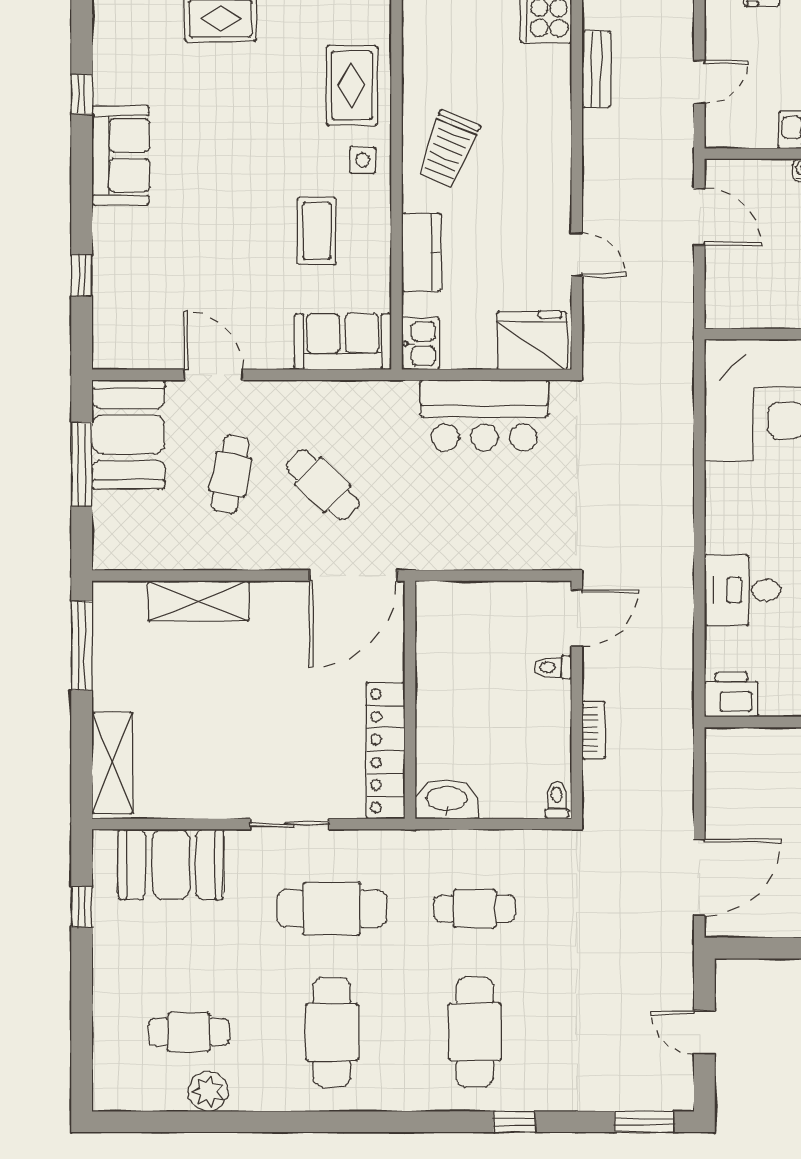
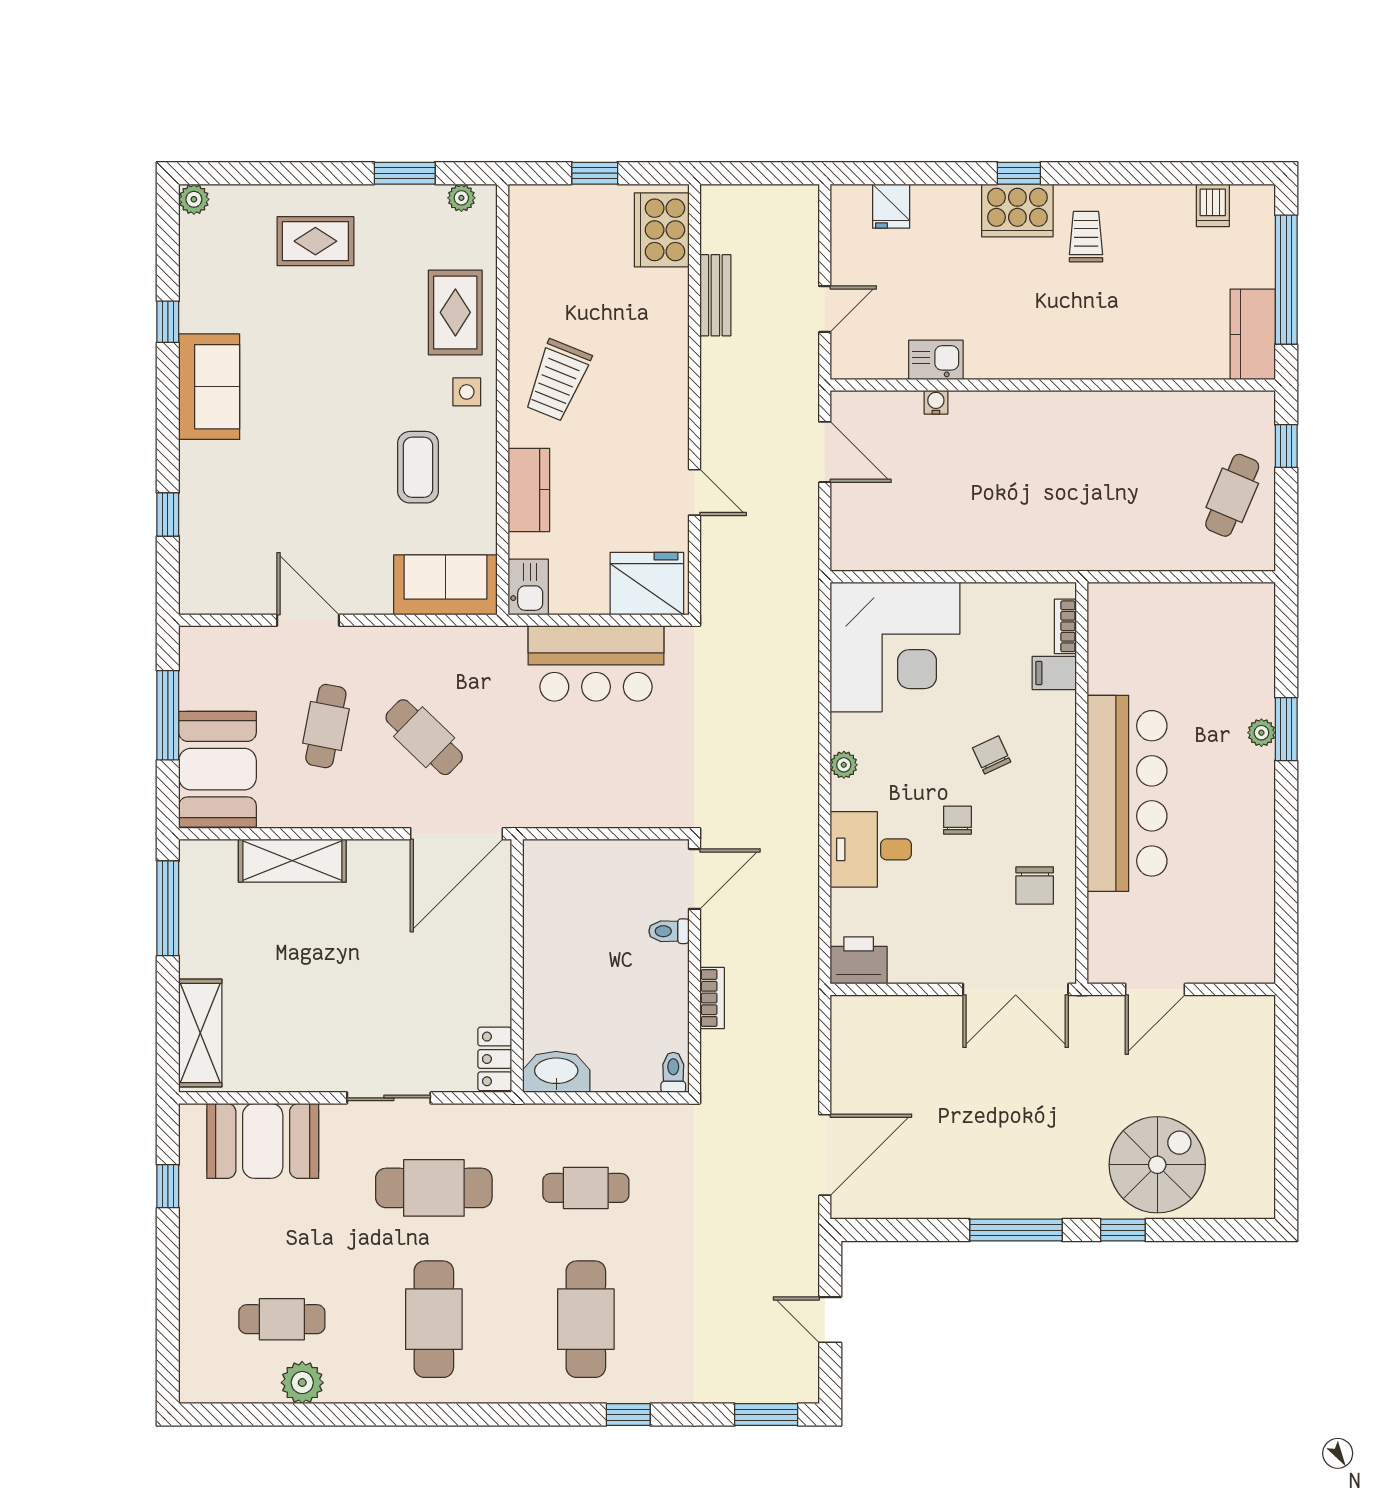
booth: (128, 434) -> (218, 769), moved
plant: (717, 511) -> (844, 765), added
locker: (386, 751) -> (495, 1059), width x0.46, depth x0.83

